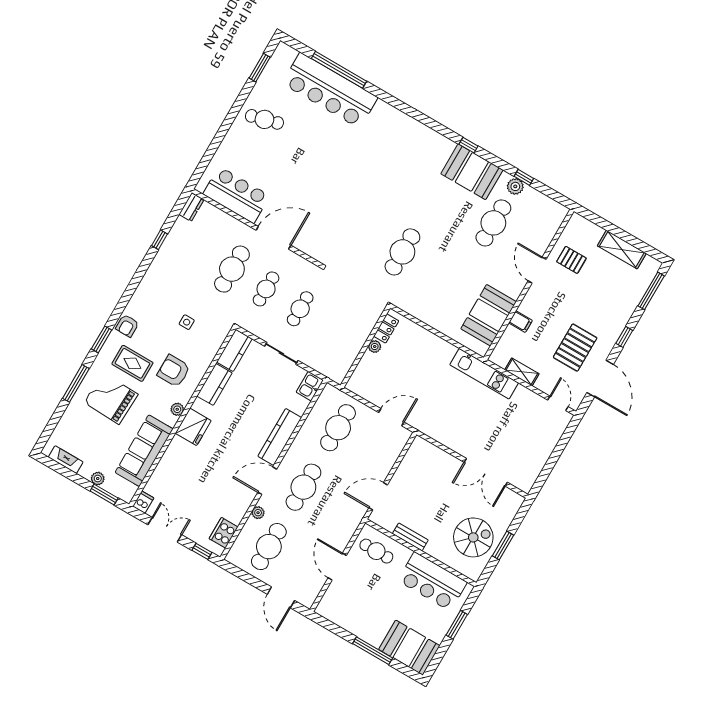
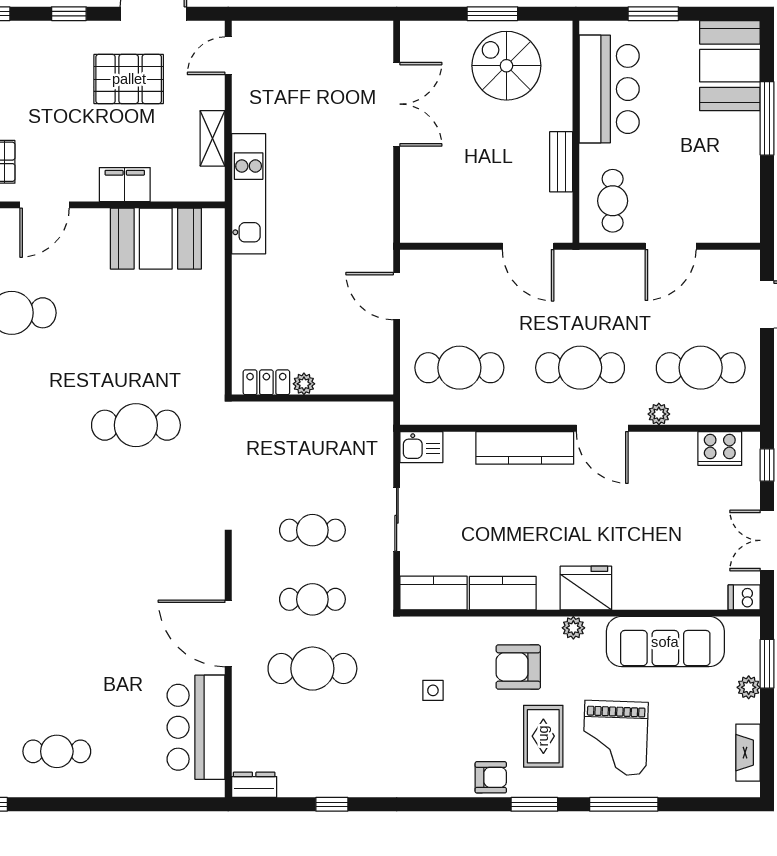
cafe table: (264, 119) -> (57, 751), turned -75
filing cabinet: (521, 322) -> (125, 185), width x2.00
armchair: (174, 371) -> (518, 667), turned 90

